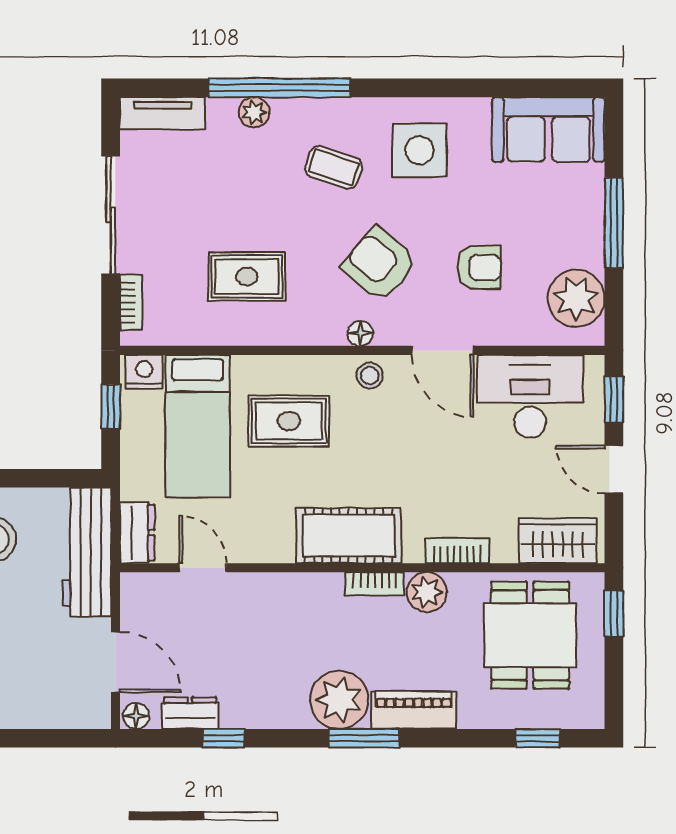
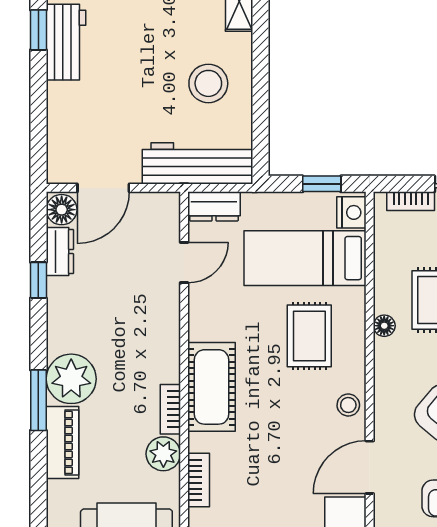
floor lamp: (360, 333) -> (384, 326), moved
floor lamp: (136, 716) -> (62, 210), width x1.37, depth x1.37

